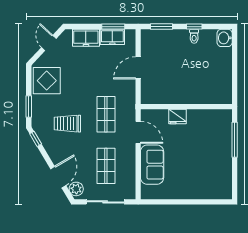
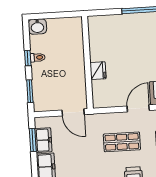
wall: (186, 107) -> (87, 62), moved
fridge: (178, 117) -> (98, 71), moved

